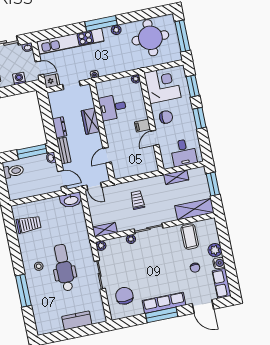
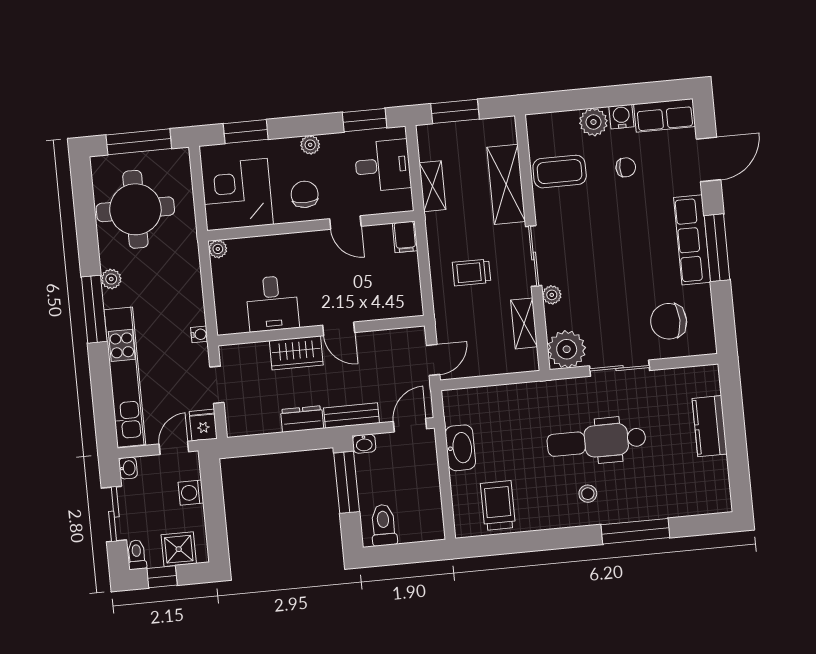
plant: (190, 117) -> (310, 145), added
window: (199, 118) -> (365, 120), moved
filing cabinet: (143, 126) -> (405, 237), moved
door: (107, 155) -> (339, 329), moved
washbasin: (71, 200) -> (460, 448), moved
shelving: (194, 209) -> (506, 184), moved
shelving: (105, 230) -> (524, 323), moved
plant: (101, 246) -> (567, 349), width x1.87, depth x1.87

